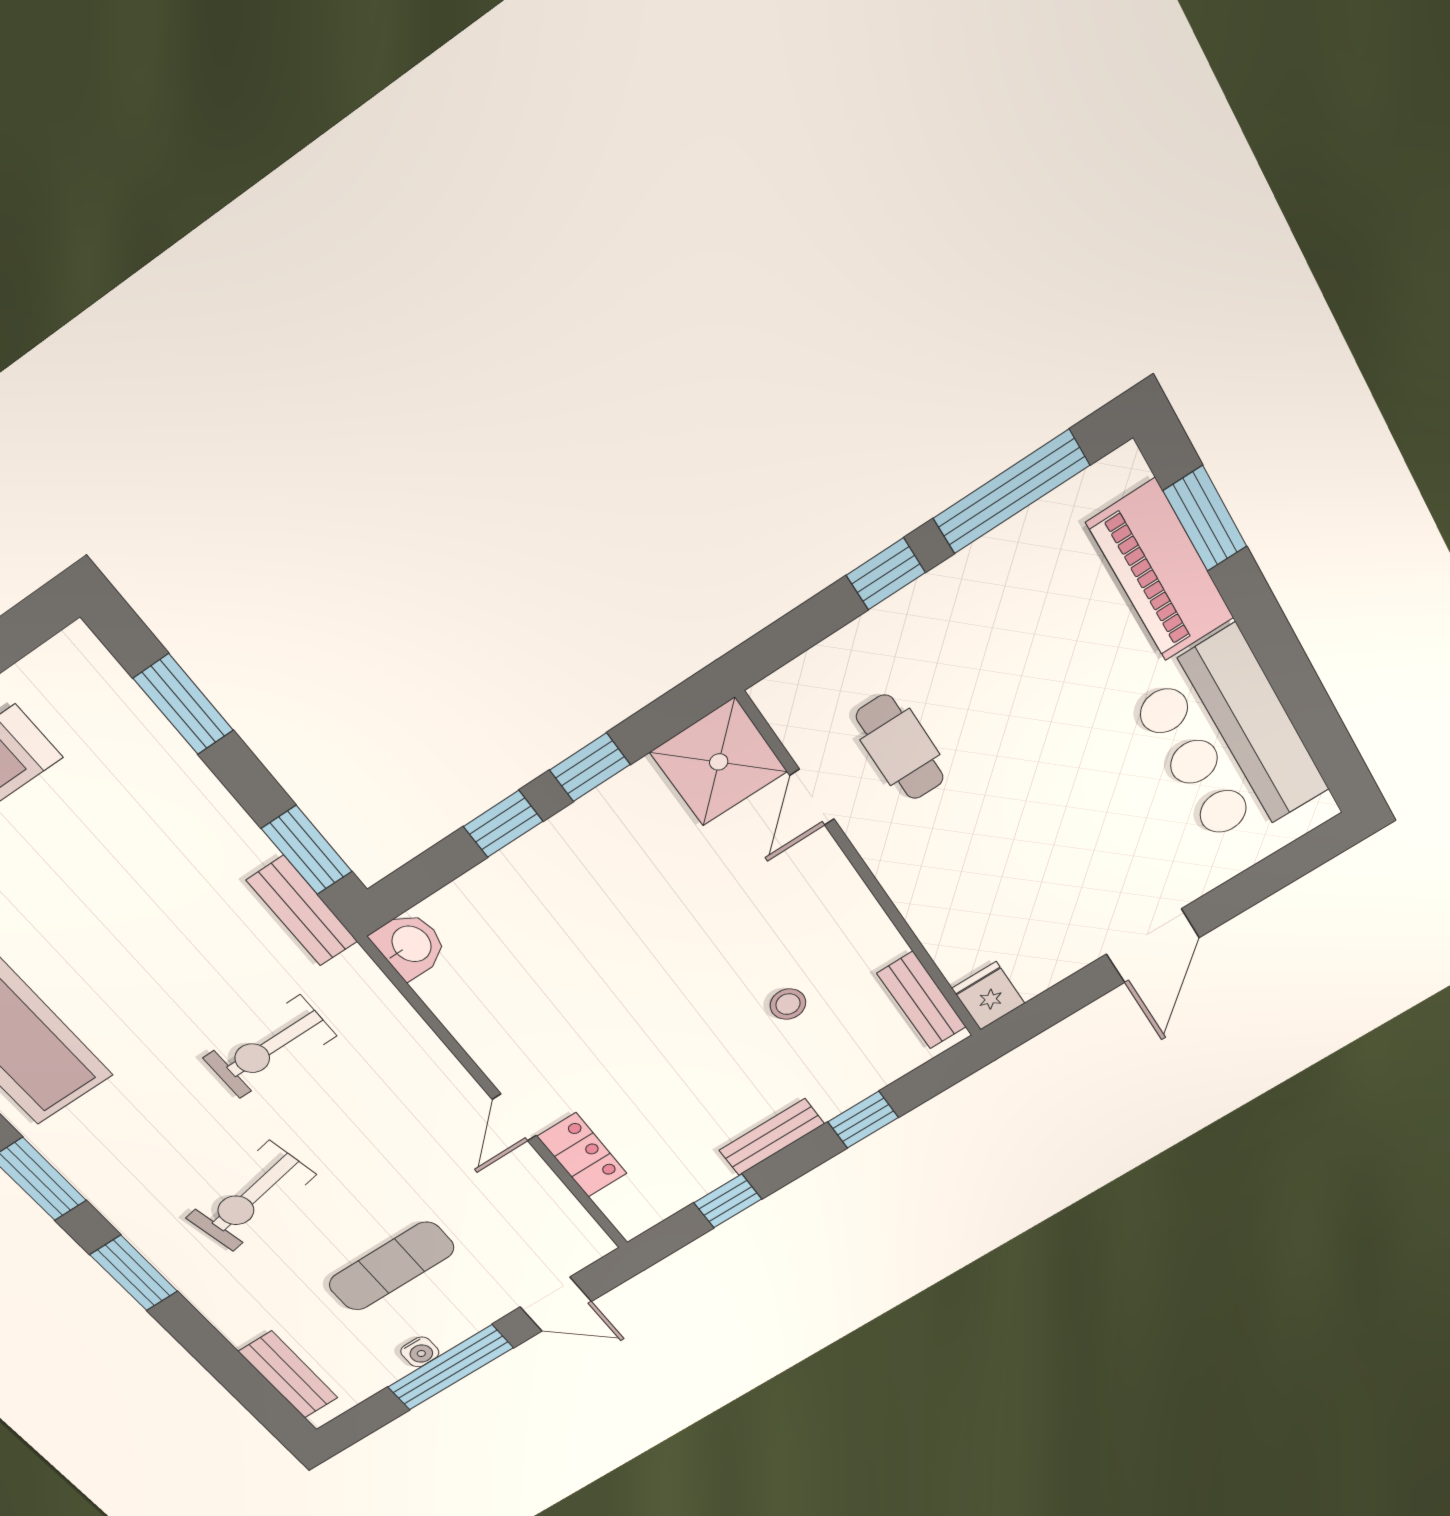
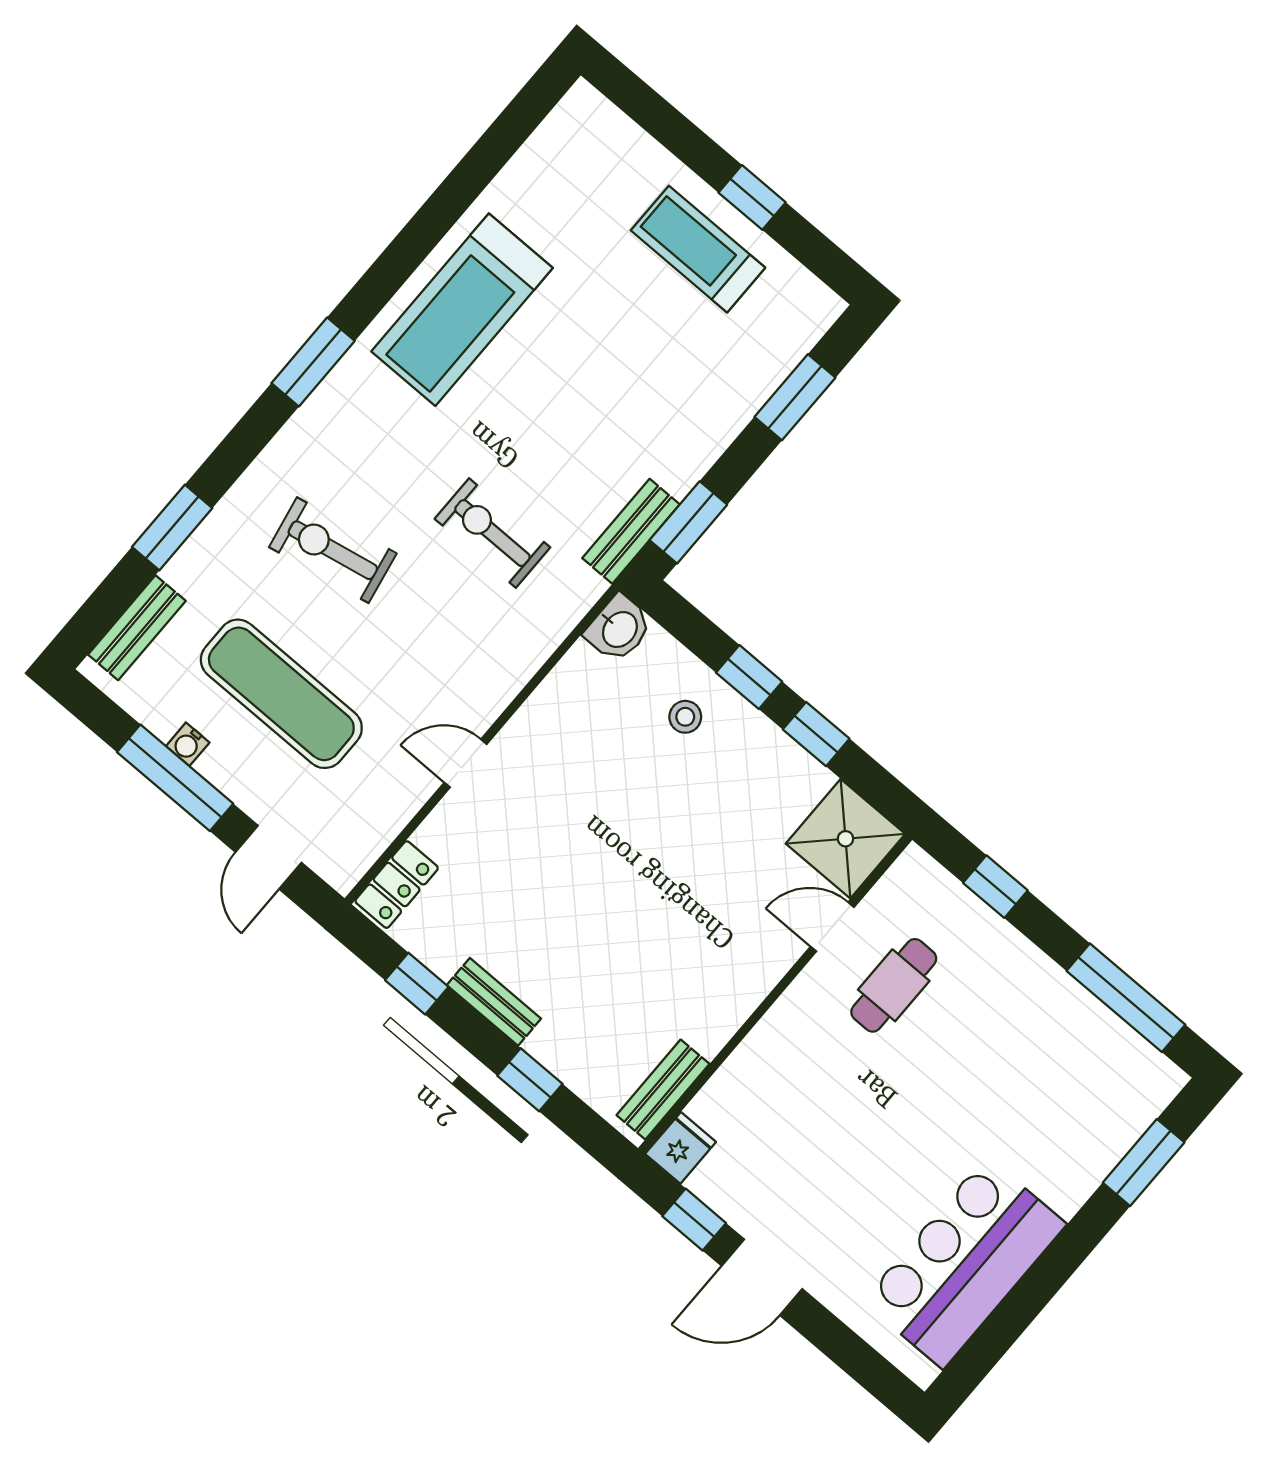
piano: (1160, 571) -> (1093, 1144), removed
window: (886, 574) -> (995, 887), moved
window: (1066, 998) -> (694, 1220), added
stool: (788, 1004) -> (685, 717), moved
locker: (582, 1155) -> (397, 885), moved
exercise mat: (392, 1266) -> (281, 694), width x1.36, depth x1.45
window: (134, 1273) -> (172, 528), moved

